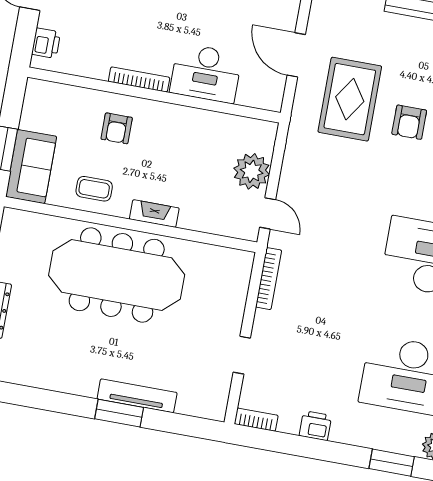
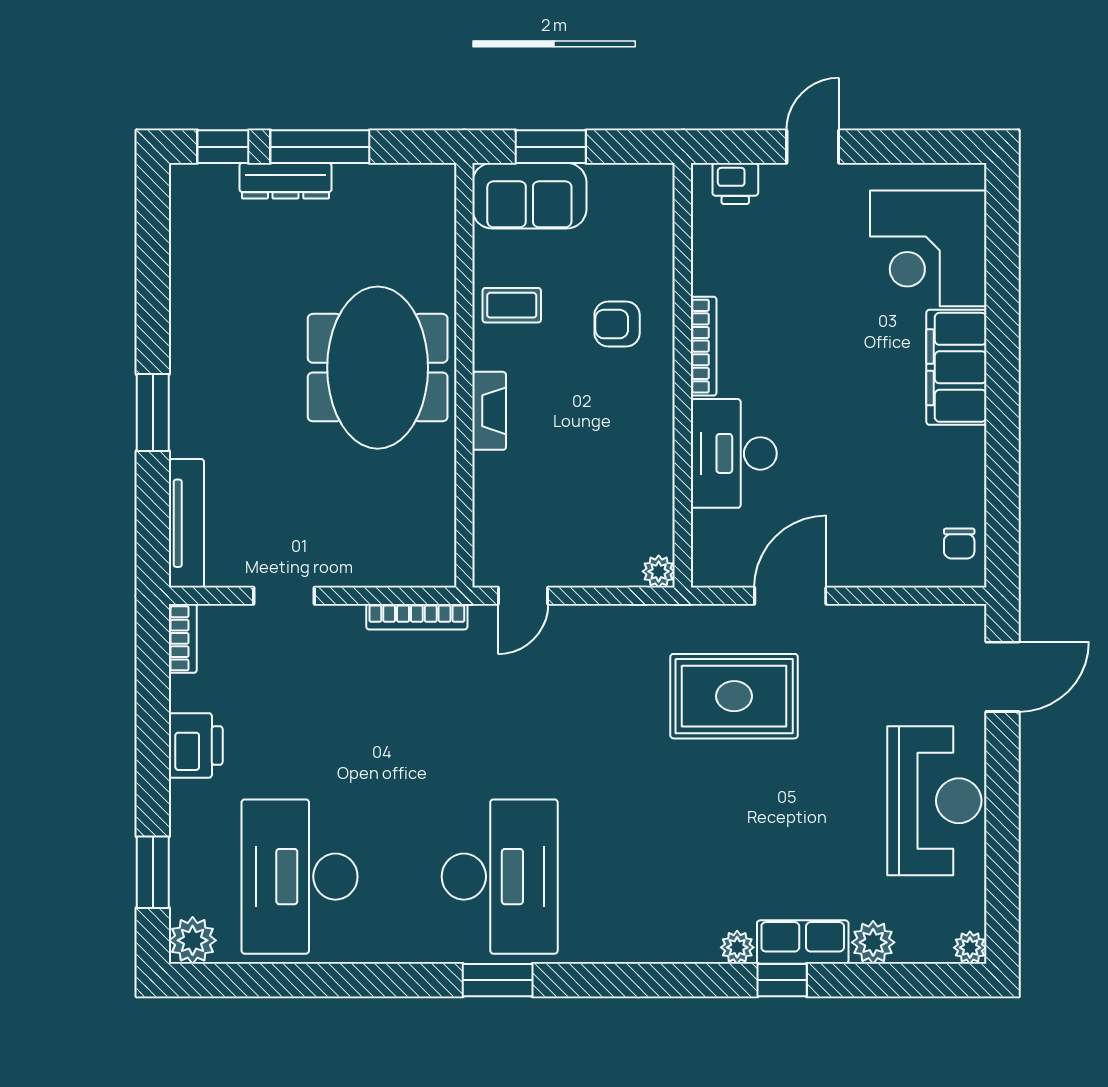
armchair: (409, 122) -> (714, 800), removed
plant: (252, 171) -> (659, 571), moved, width x0.53, depth x0.53
coffee table: (94, 189) -> (512, 305), turned 90
meeting table: (117, 275) -> (378, 368), width x0.73
tv unit: (137, 396) -> (186, 523), moved
printer: (315, 426) -> (196, 745), width x1.36, depth x1.24

